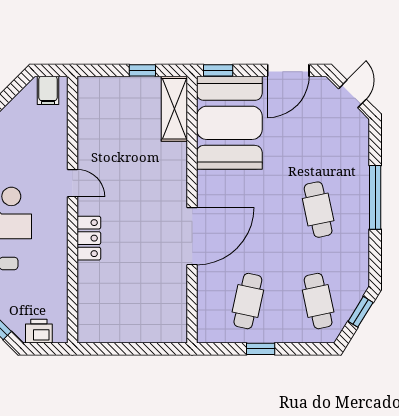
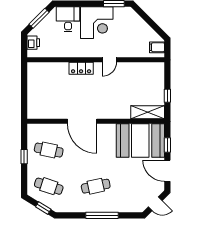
window: (218, 70) -> (167, 145), moved
cafe table: (318, 301) -> (49, 186), turned 30

